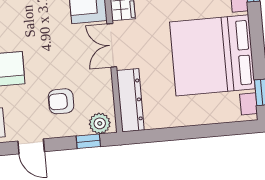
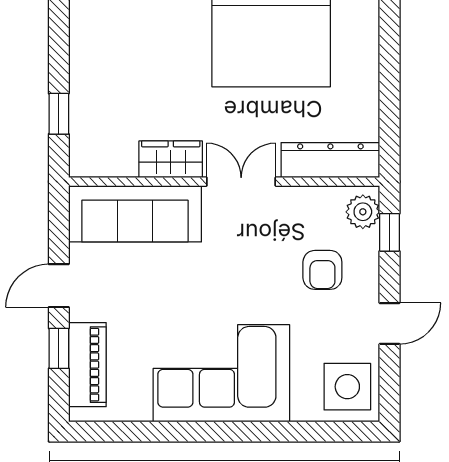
double door: (112, 45) -> (241, 182), swing flipped

